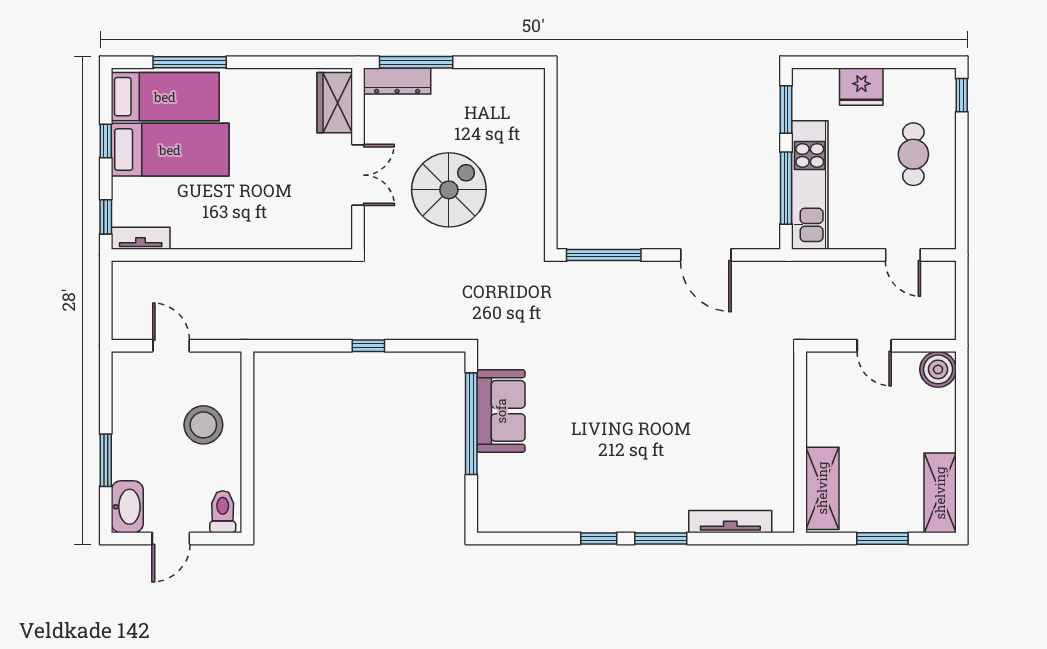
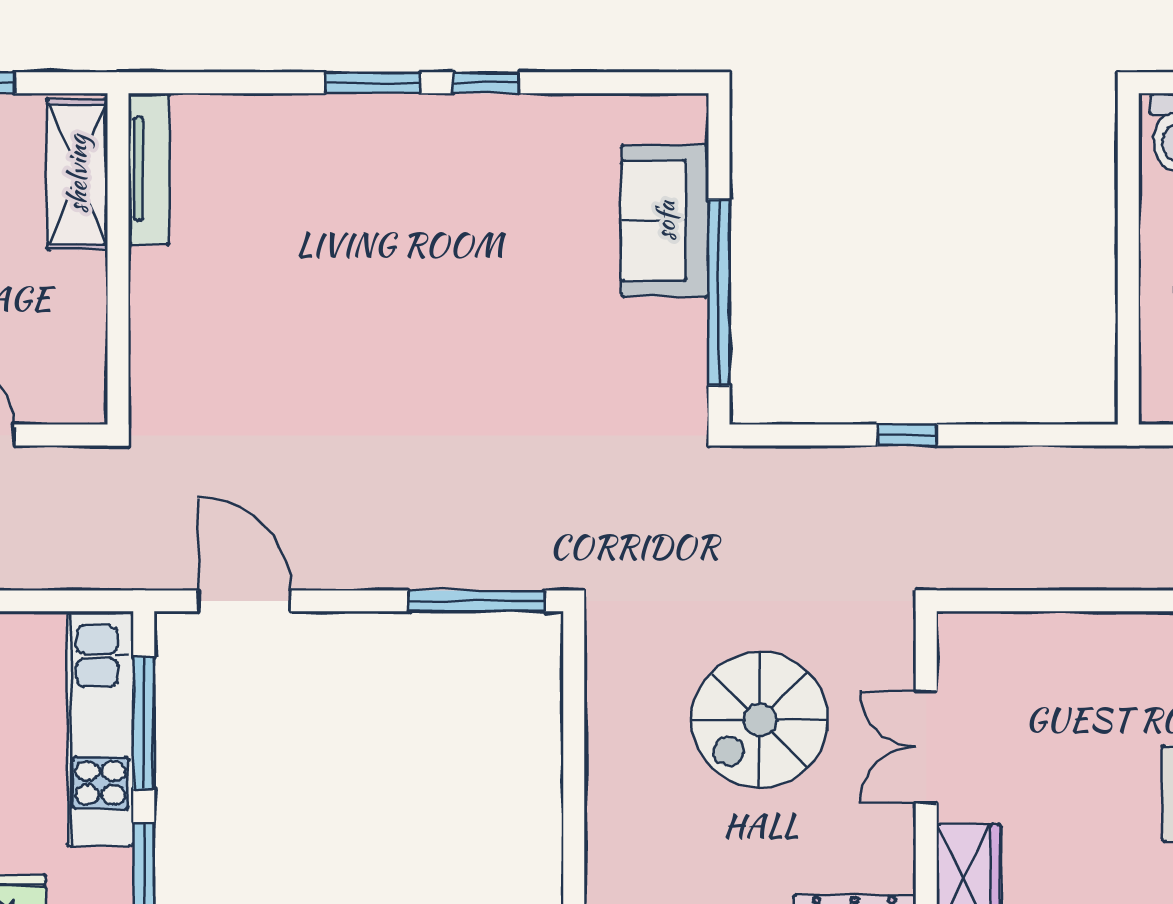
door: (706, 255) -> (244, 601), moved
sofa: (501, 411) -> (665, 221), moved
tv unit: (730, 522) -> (149, 169), moved, turned -90

